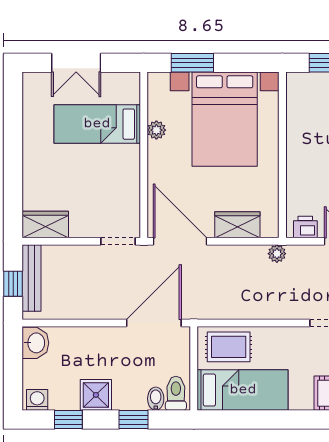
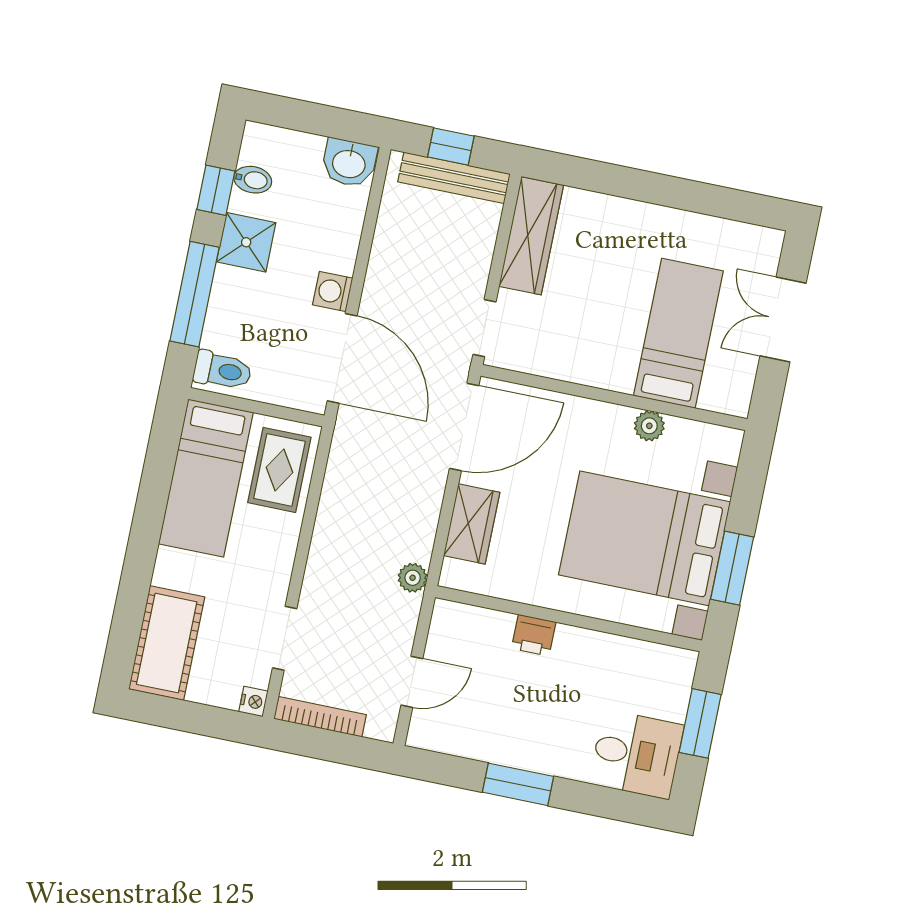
window: (192, 63) -> (732, 568), moved
wardrobe: (45, 224) -> (531, 236), width x1.50
printer: (305, 227) -> (534, 635), moved, turned 90
bidet: (156, 399) -> (253, 180), moved
washing machine: (37, 400) -> (333, 292), moved, turned 180
window: (133, 420) -> (195, 294), width x2.17

